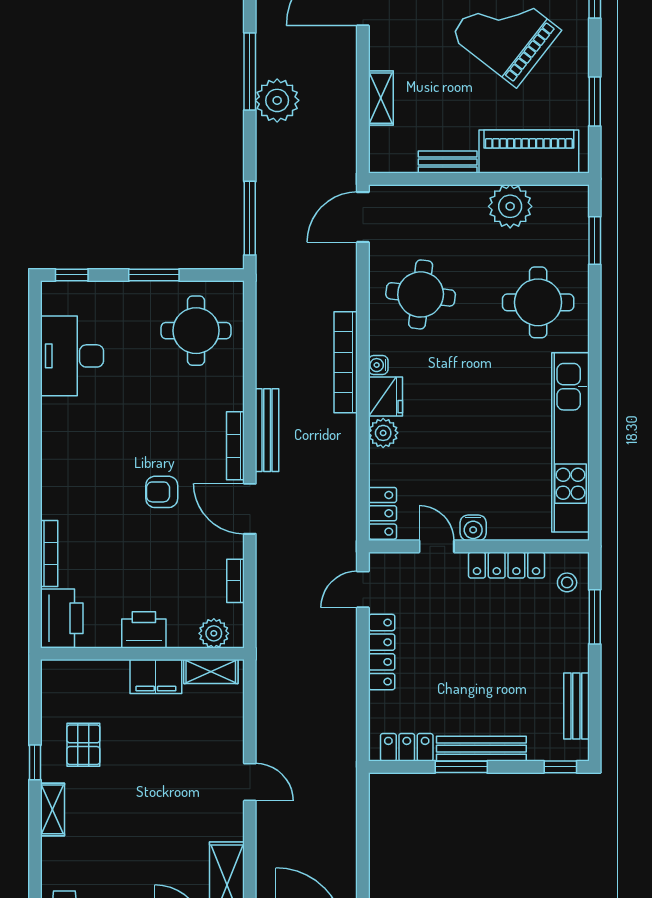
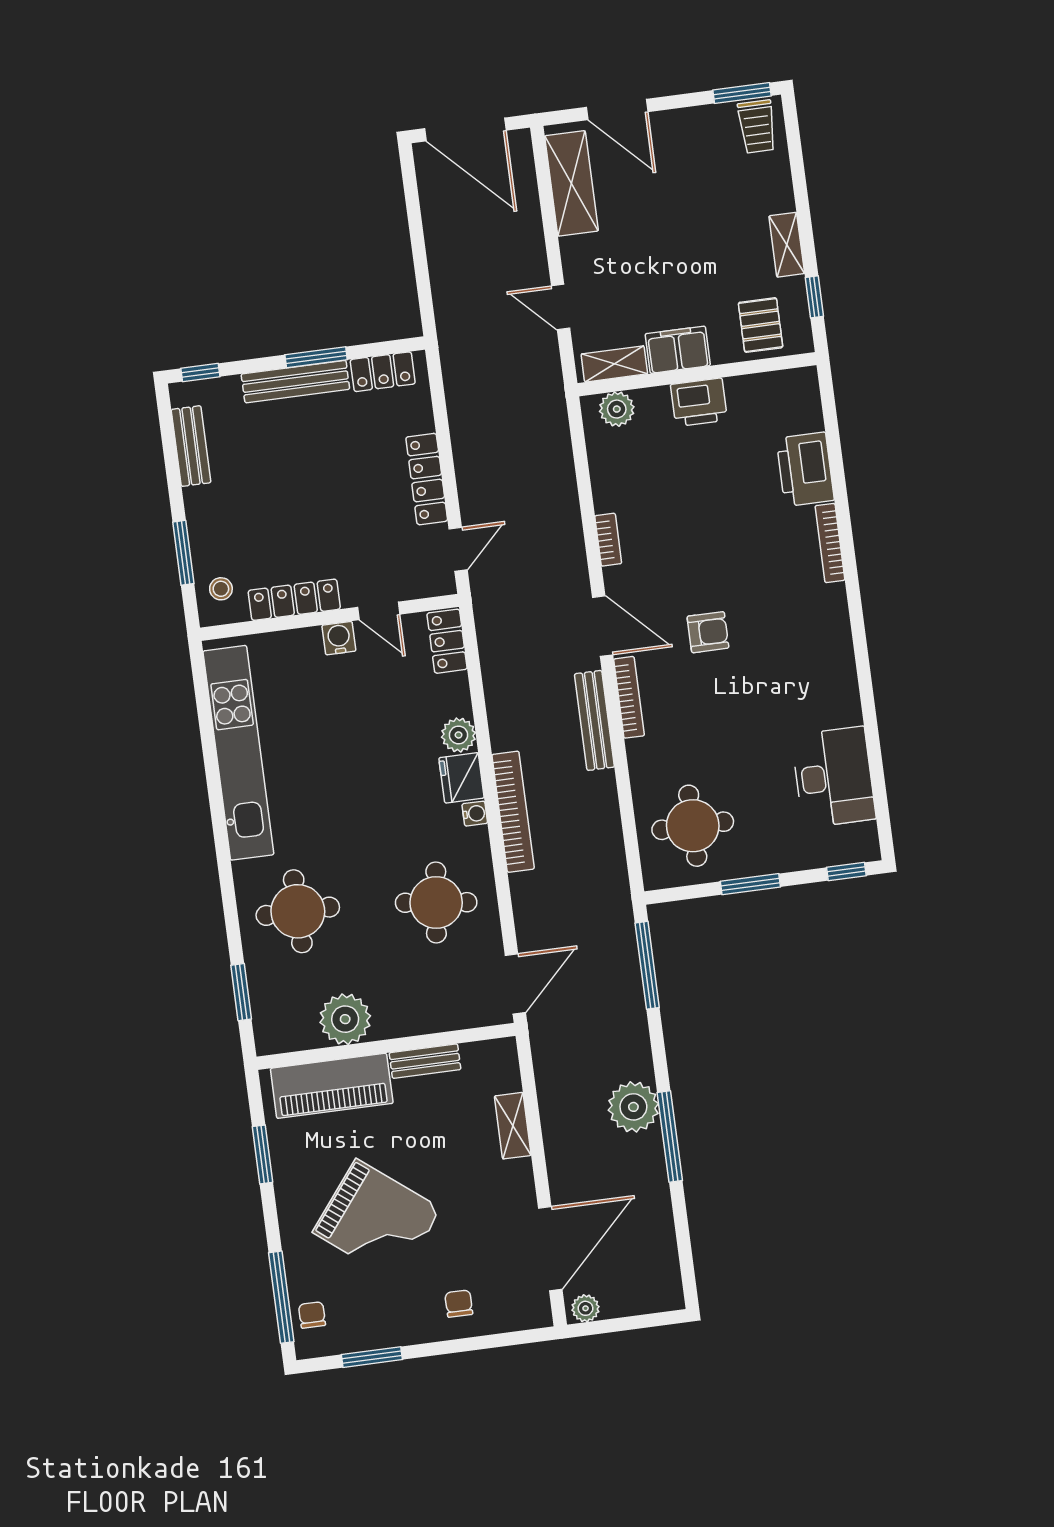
printer: (144, 630) -> (699, 402), moved
plant: (214, 633) -> (617, 409), moved
wall: (142, 654) -> (697, 374), moved
shelving: (211, 672) -> (614, 364), moved
filing cabinet: (156, 677) -> (678, 350), moved

